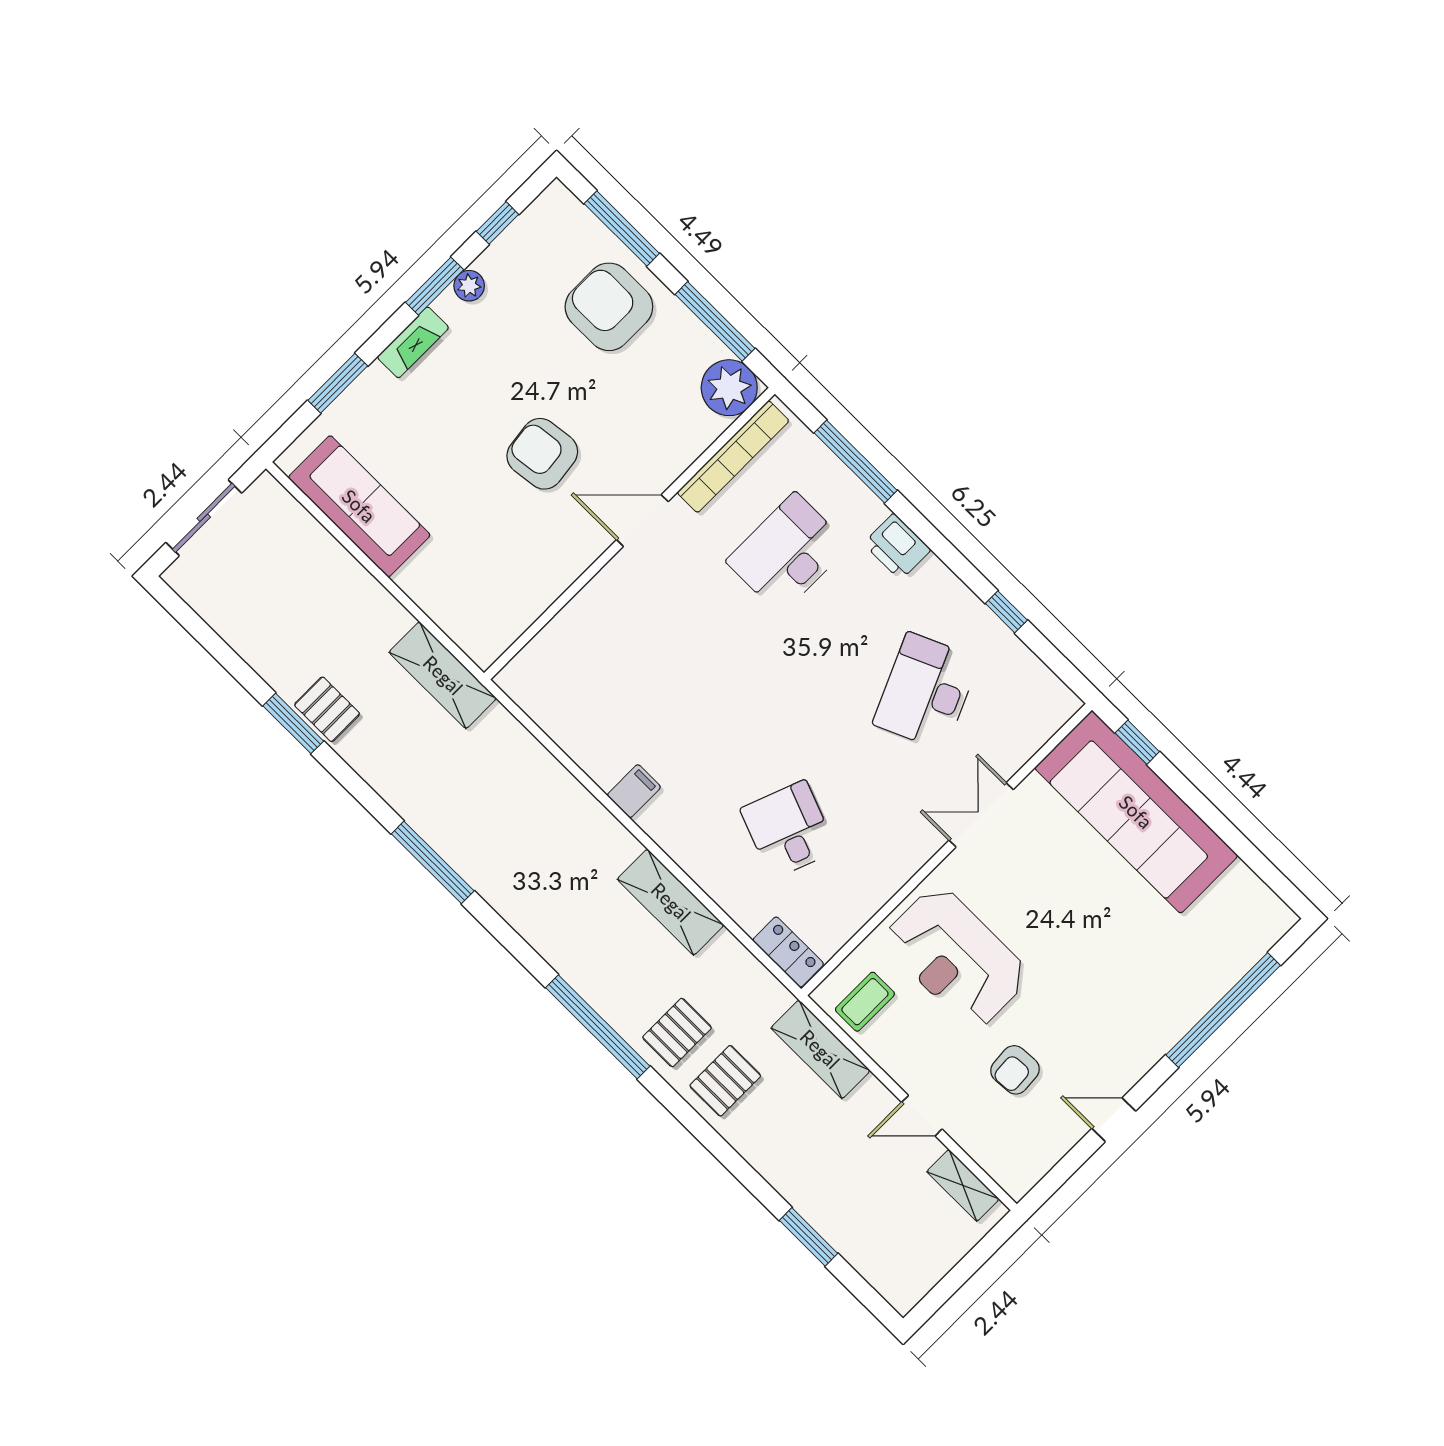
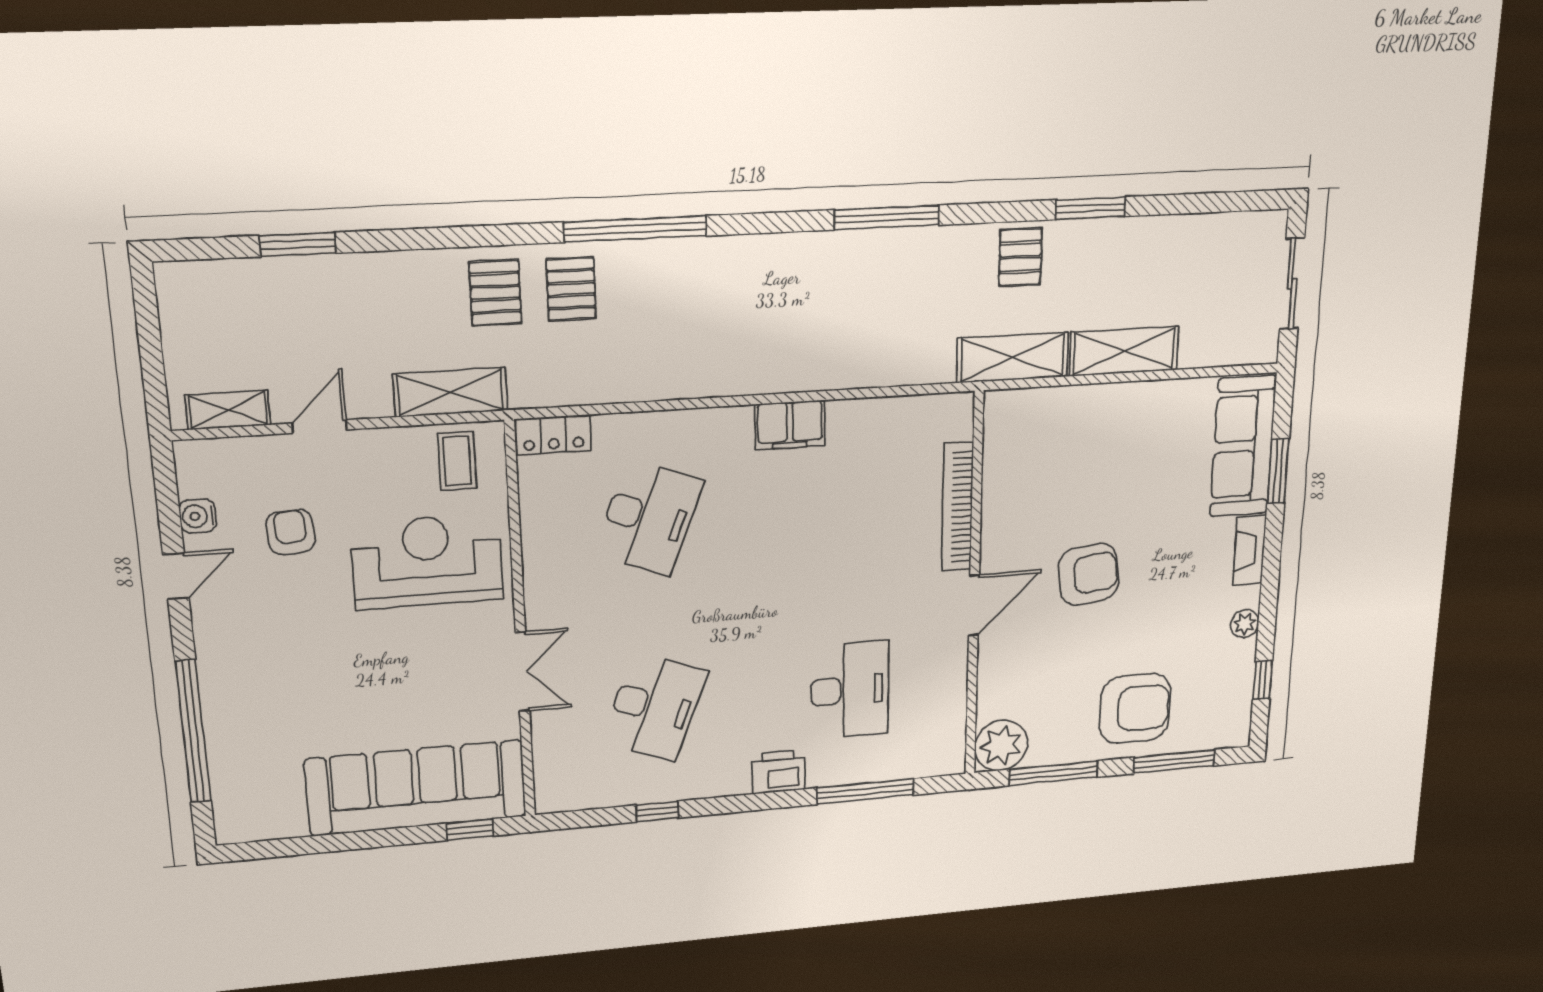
window: (435, 286) -> (1269, 599), removed
bookcase: (733, 457) -> (957, 507), moved
sofa: (359, 506) -> (1243, 446), moved, turned 90
desk: (926, 692) -> (655, 707), turned 45
pallet: (327, 709) -> (1020, 257), moved, turned 90
filing cabinet: (634, 791) -> (790, 425), width x2.00
desk: (788, 830) -> (649, 517), width x1.37
shelving: (671, 902) -> (1124, 351), moved
water cooler: (1057, 1142) -> (198, 516), added

